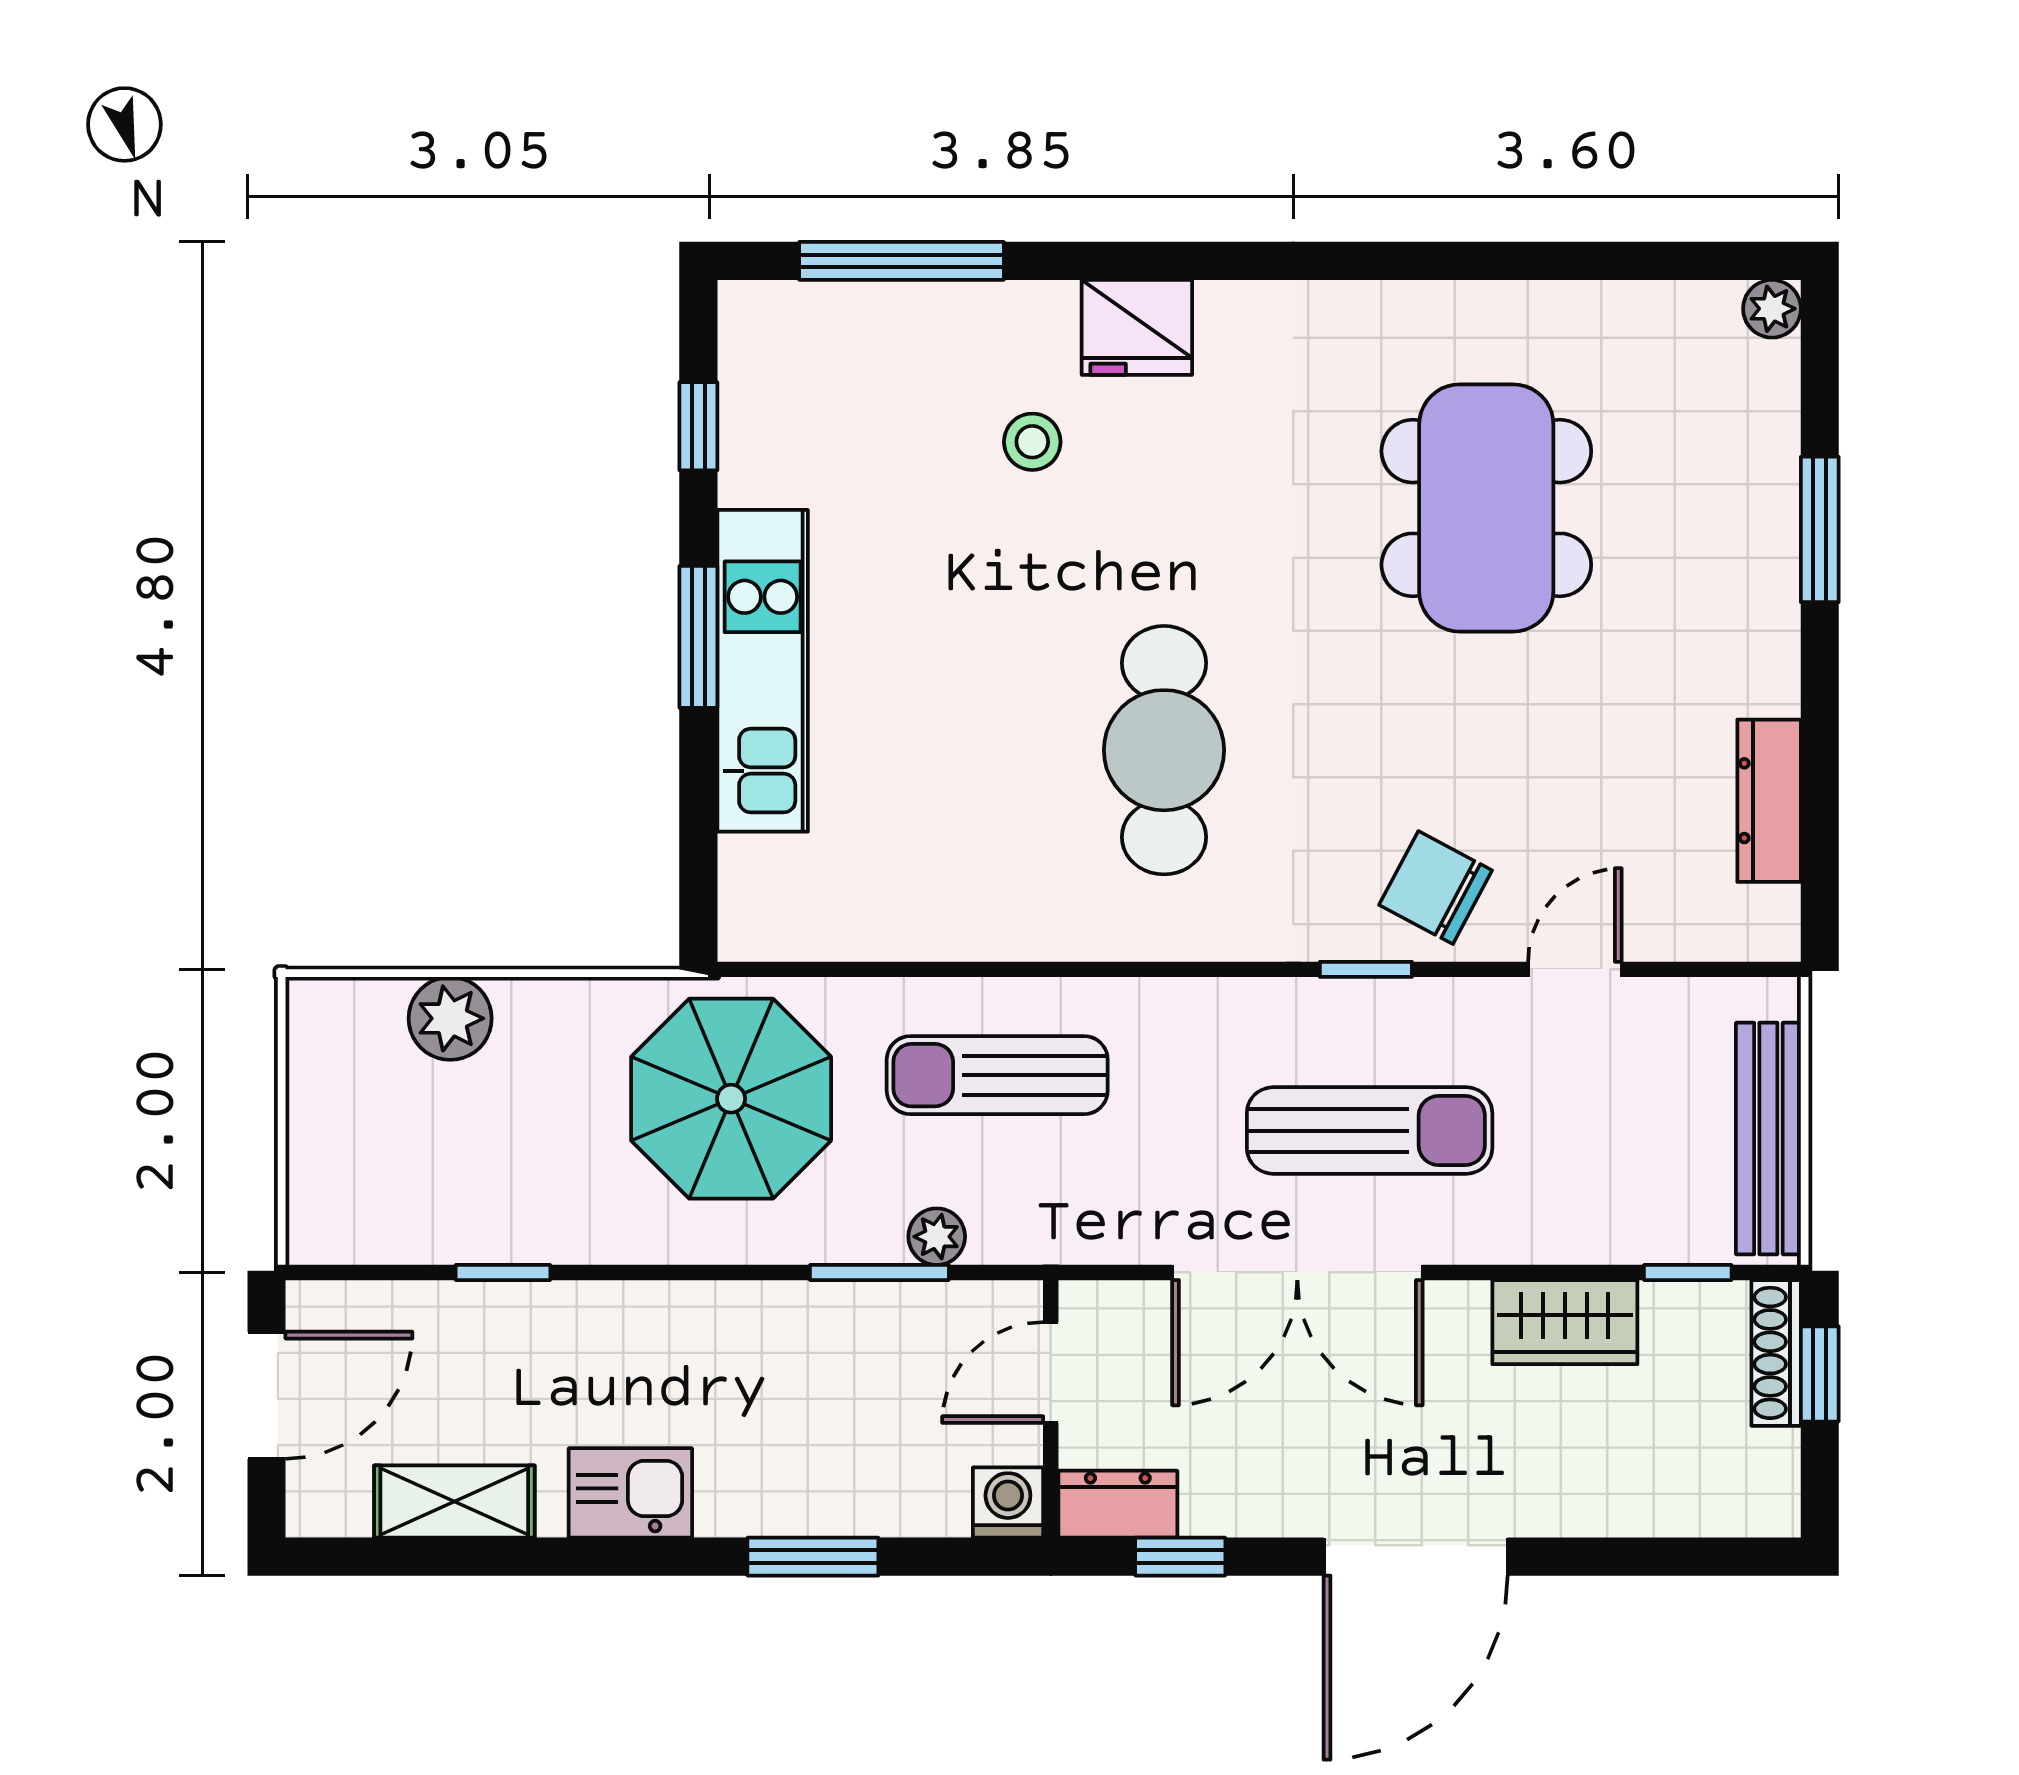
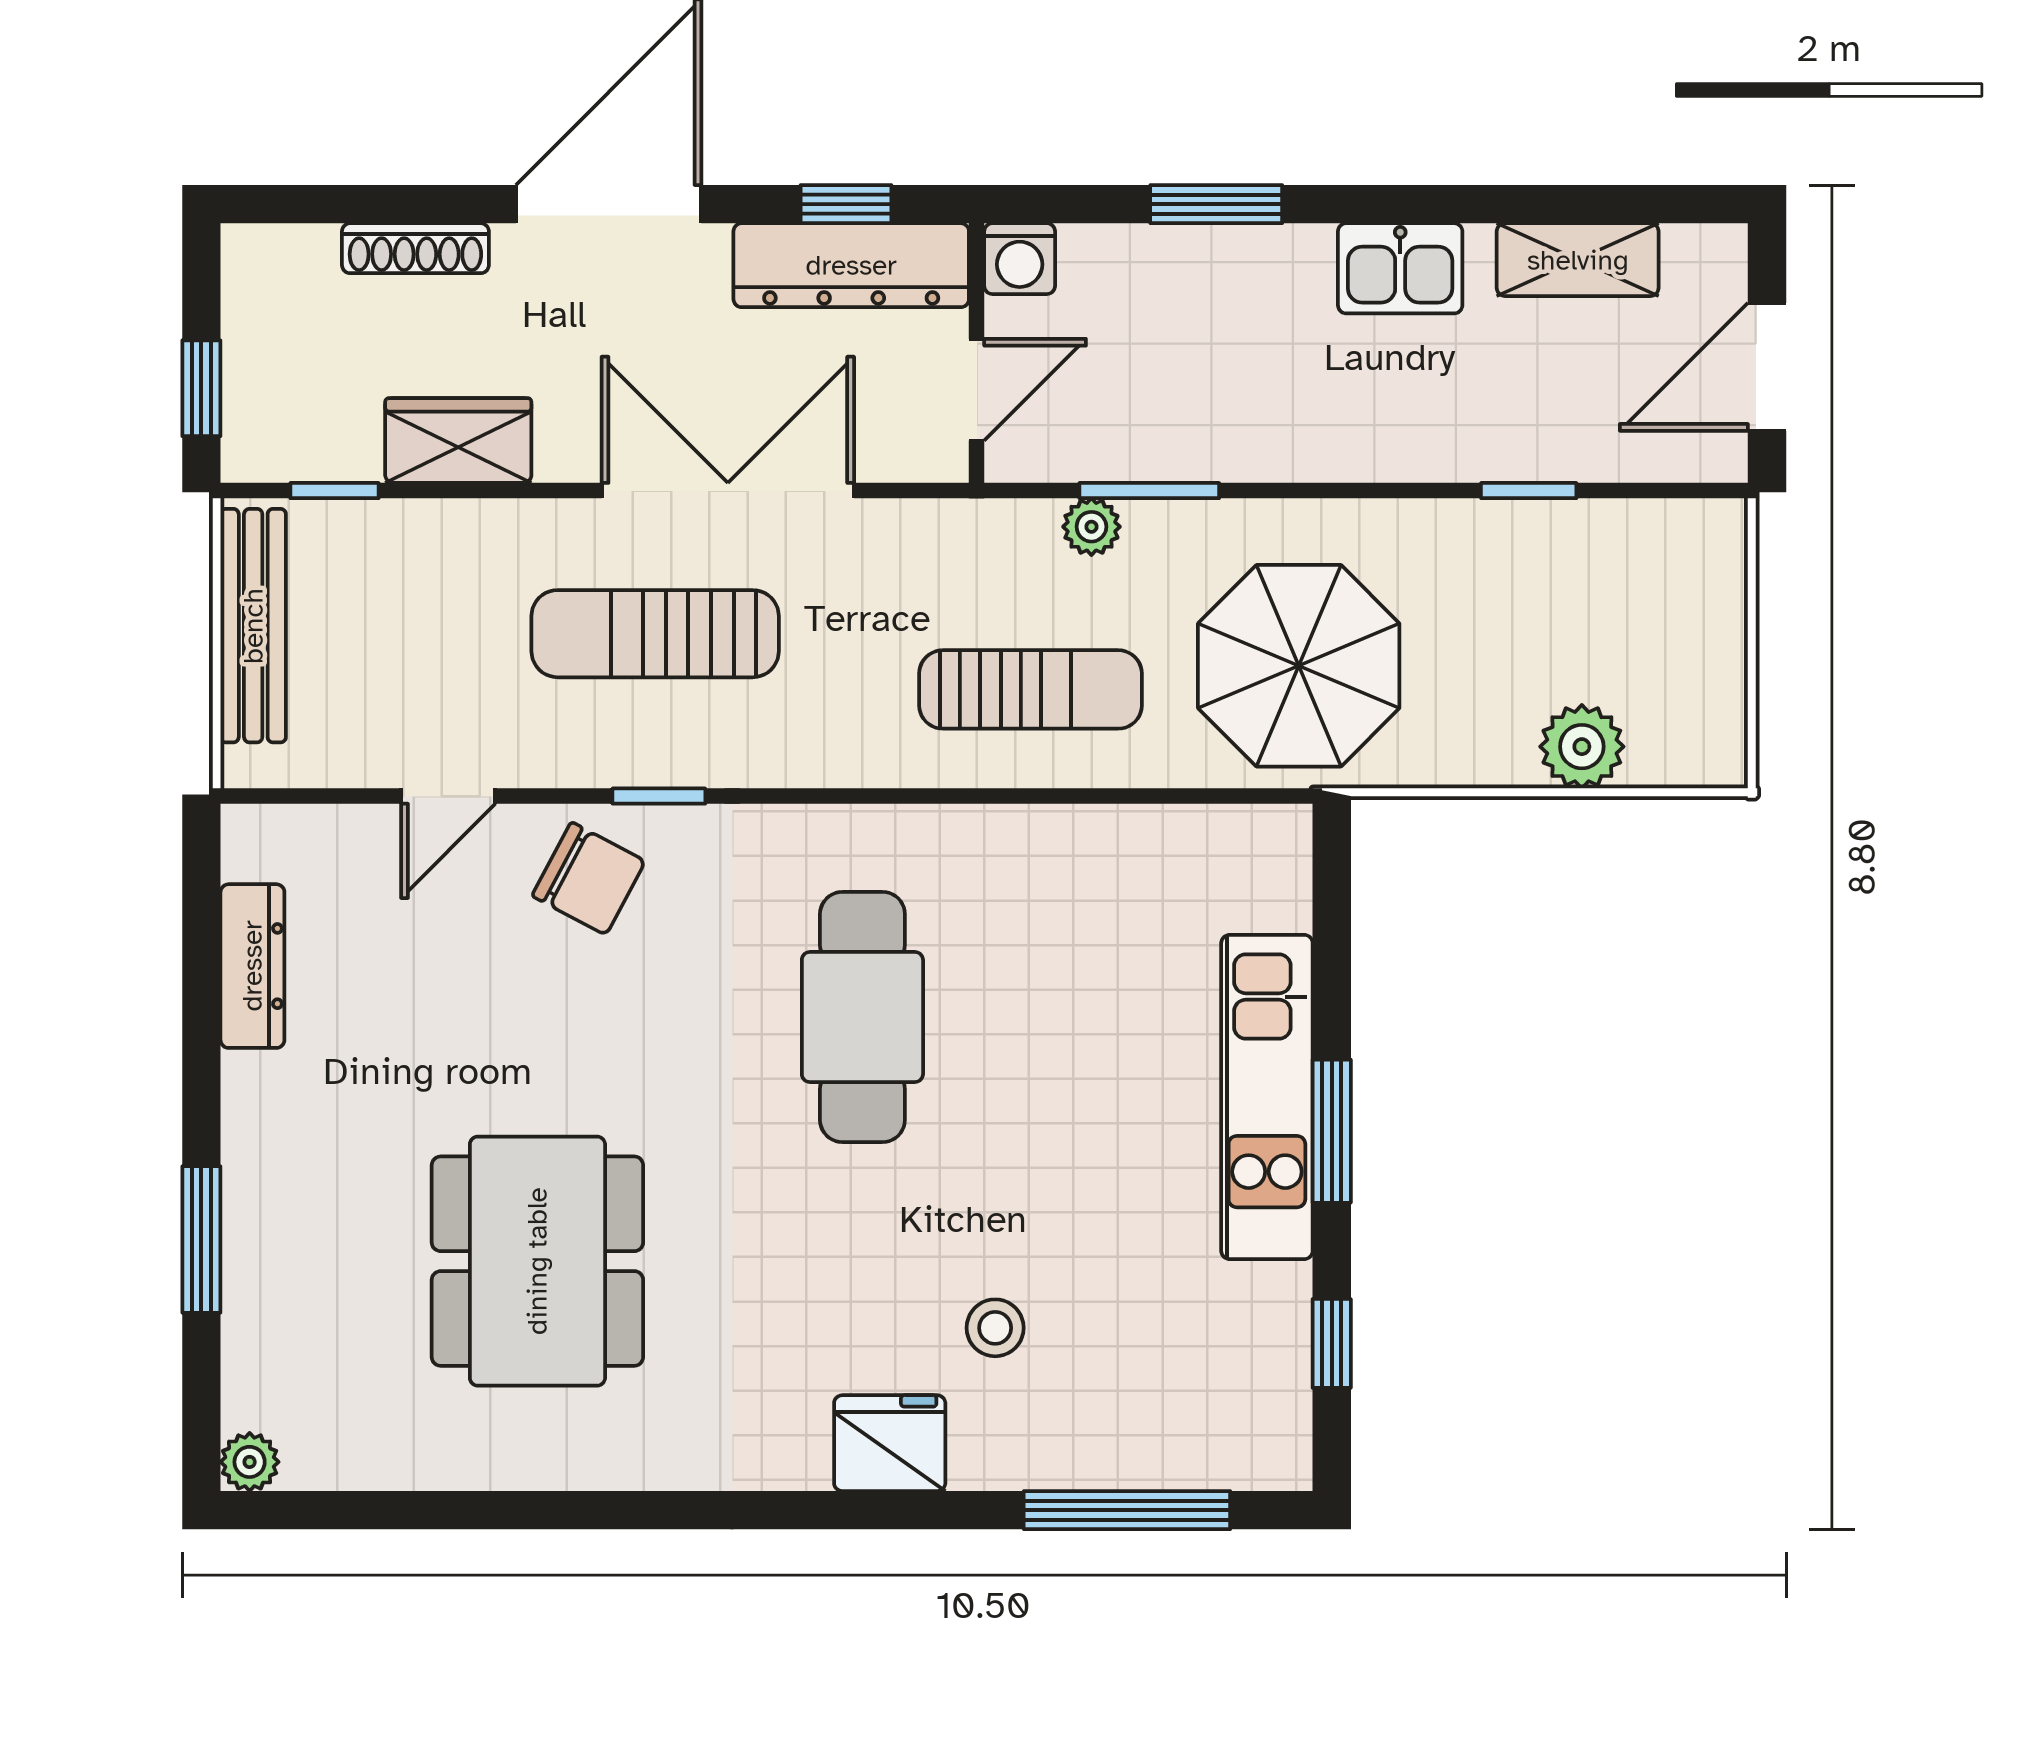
shoe rack: (1776, 1353) -> (415, 248), moved, turned 90
dresser: (1118, 1504) -> (851, 265), width x1.96, depth x1.24

